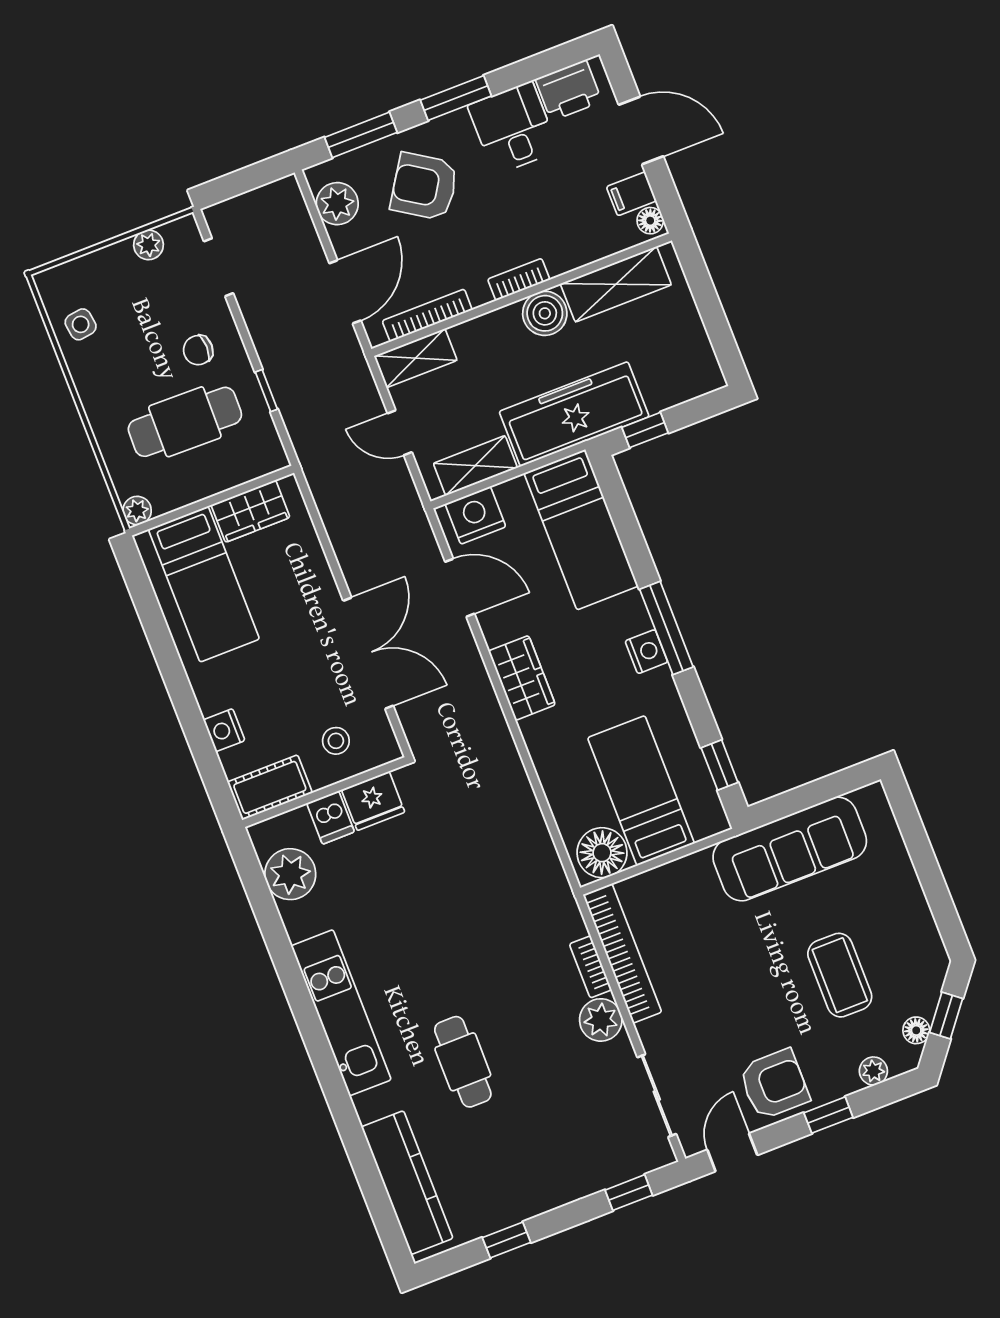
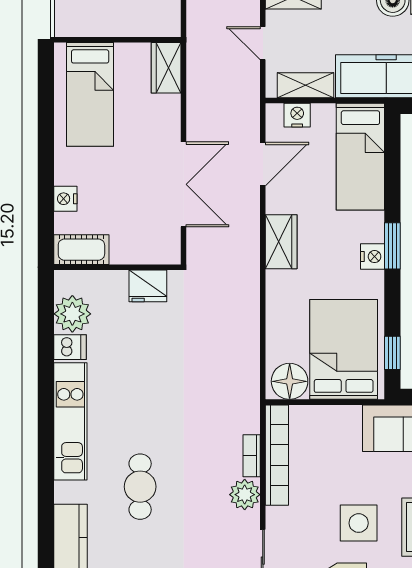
plant: (137, 511) -> (64, 27), removed
wardrobe: (250, 511) -> (166, 68), moved, turned 90
nightstand: (475, 515) -> (297, 115), width x0.74, depth x0.75
door: (460, 588) -> (263, 164), hinge flipped
window: (666, 628) -> (392, 246), width x0.69
stool: (336, 741) -> (138, 235), removed
bed: (641, 791) -> (344, 349), width x1.50
dishwasher: (330, 818) -> (70, 347), moved, turned -90
side table: (761, 1000) -> (359, 523), added

